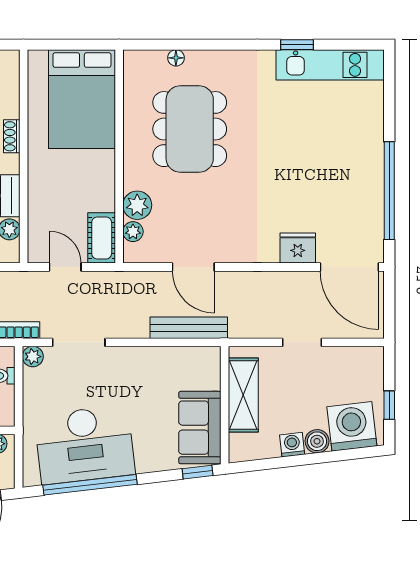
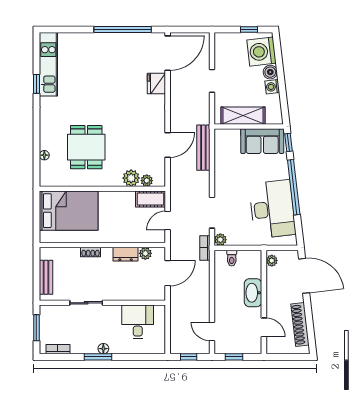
dining table: (190, 129) -> (86, 147), width x0.73
window: (90, 485) -> (294, 187), moved

